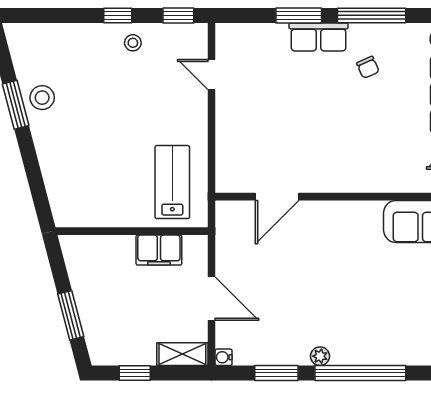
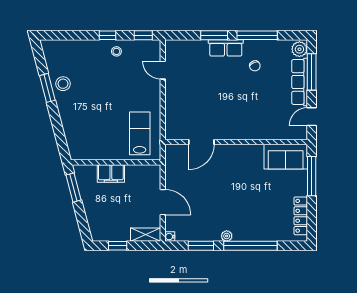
filing cabinet: (159, 250) -> (111, 173), moved
window: (71, 315) -> (73, 188), moved

